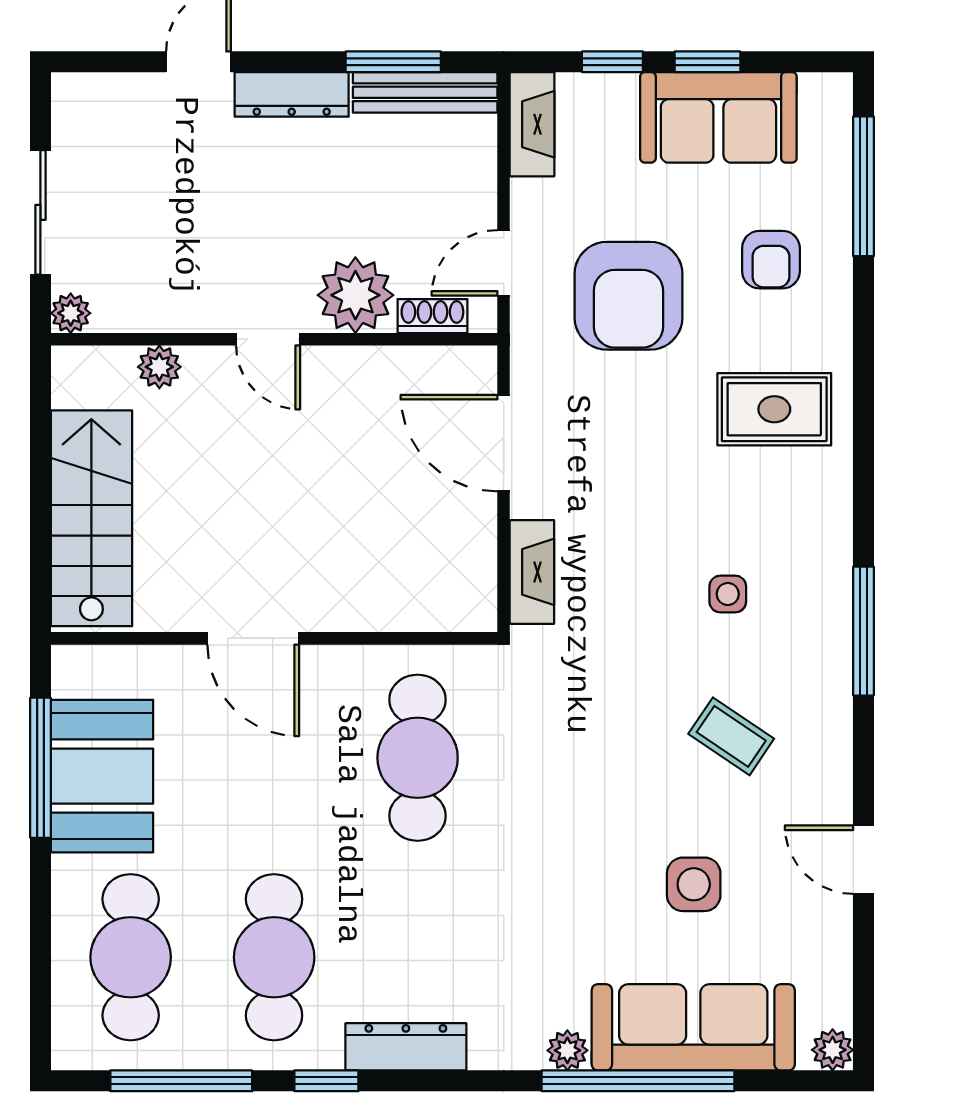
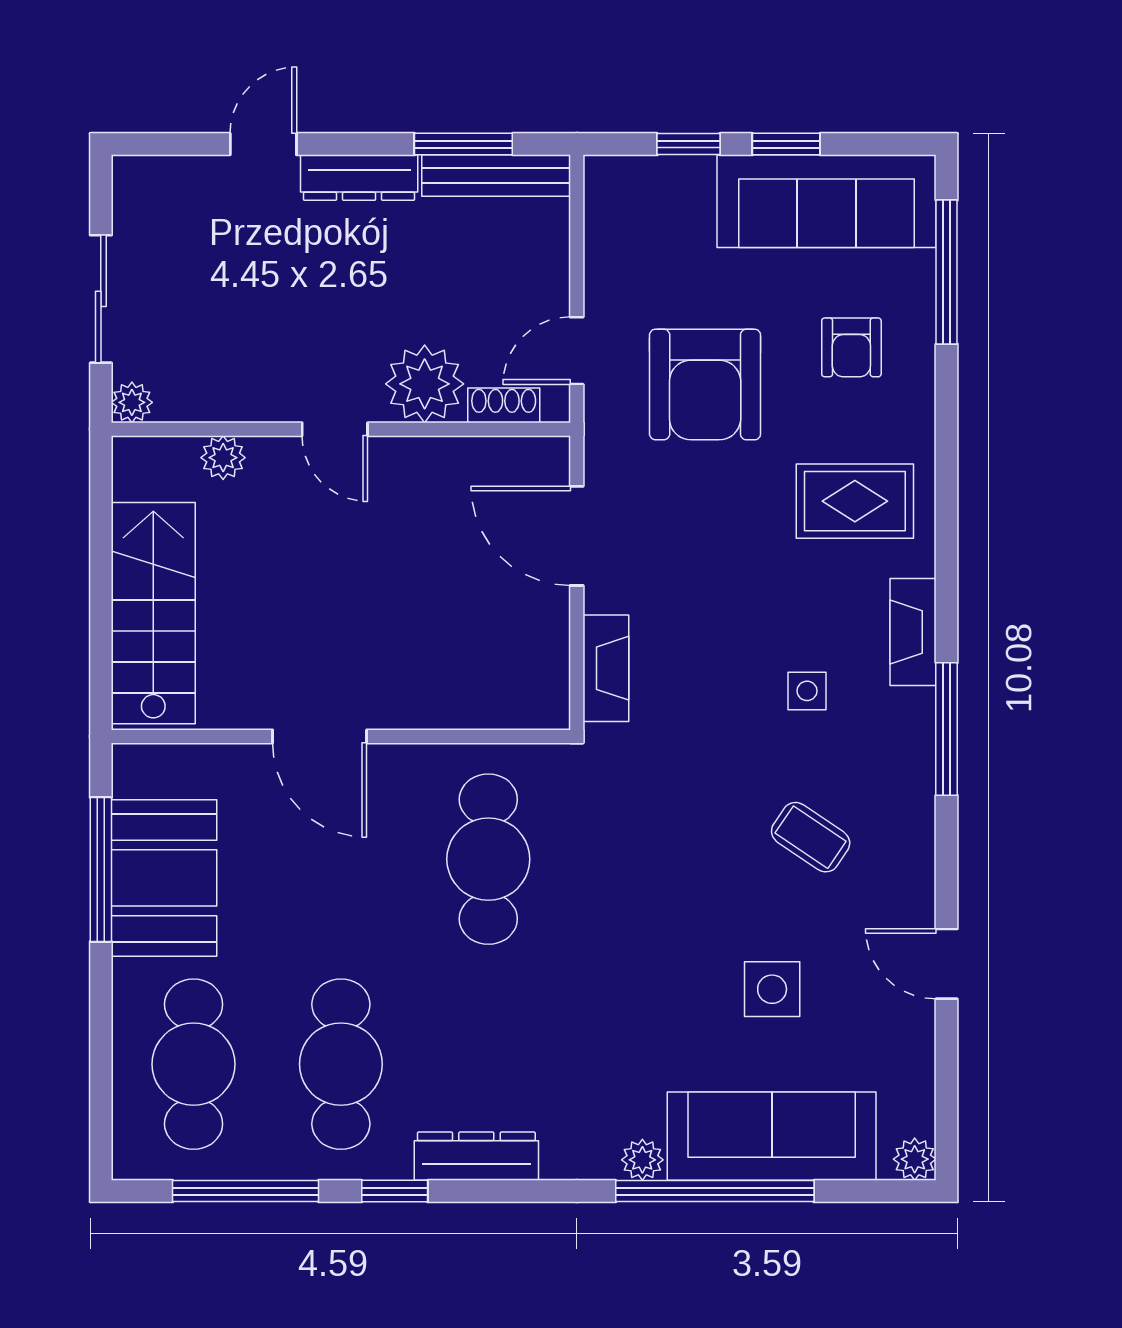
sofa: (718, 117) -> (826, 201), width x1.36
fireplace: (532, 124) -> (913, 632), moved, turned 180

